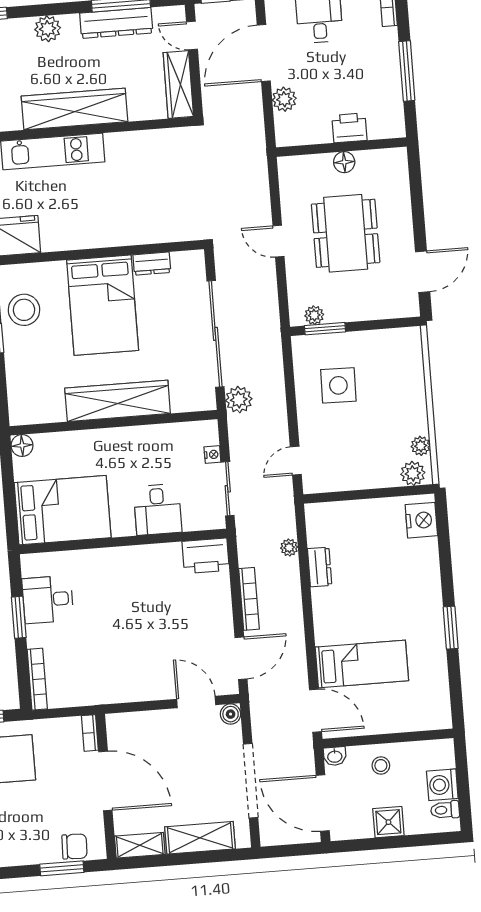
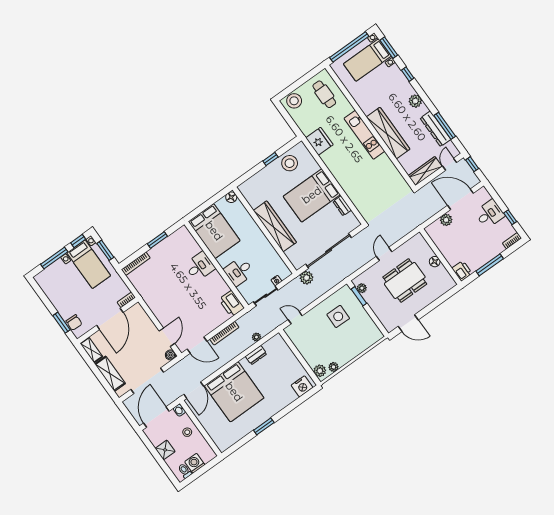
printer: (349, 128) -> (462, 271), moved
desk: (48, 599) -> (200, 266), moved, turned 90
bed: (362, 664) -> (234, 392), width x2.04

